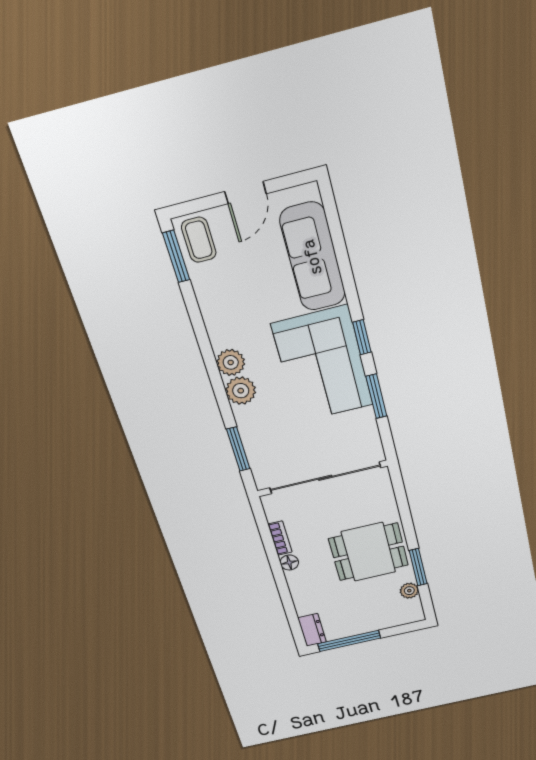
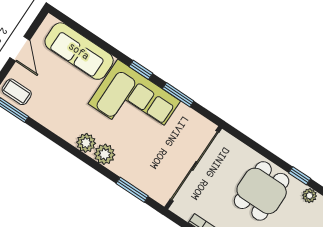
window: (418, 567) -> (300, 176), width x0.67

